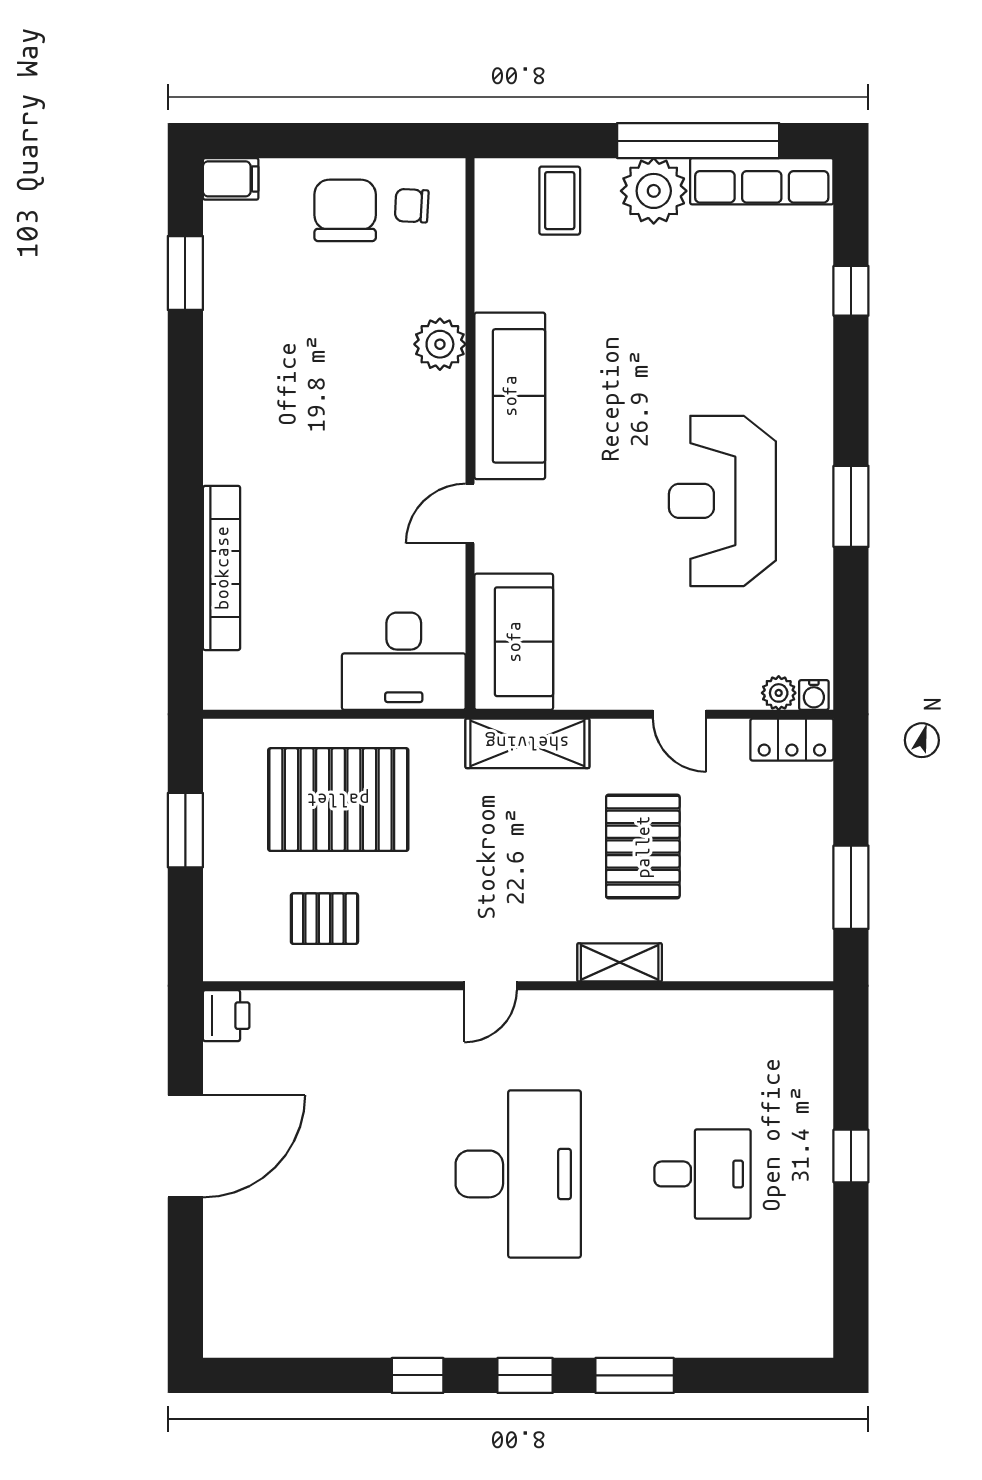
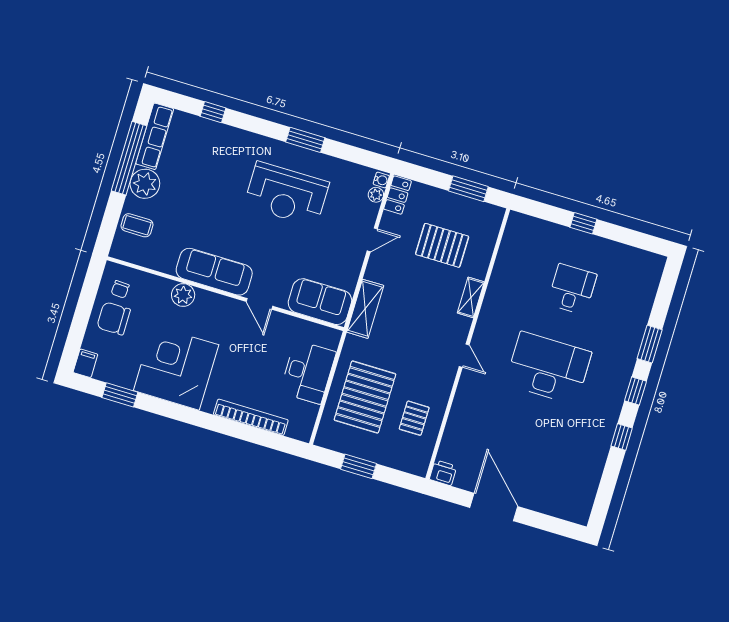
corner desk: (280, 376) -> (176, 368), added
desk: (404, 661) -> (308, 372), moved
pallet: (643, 847) -> (442, 245), moved

